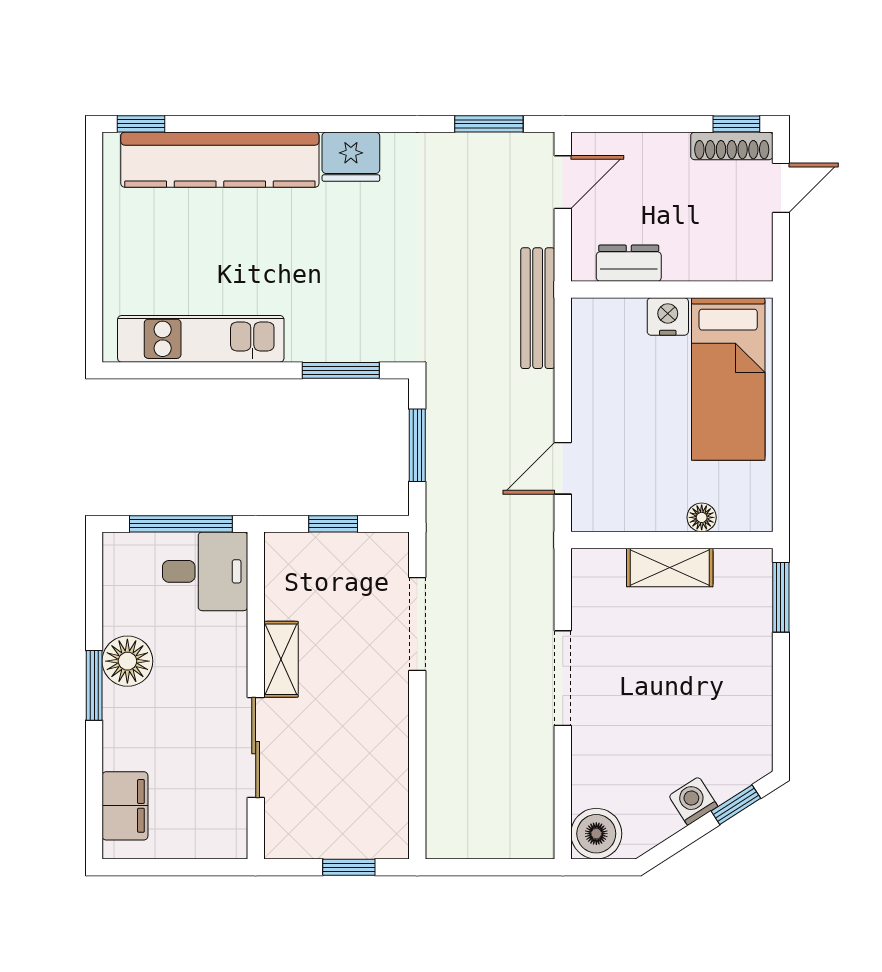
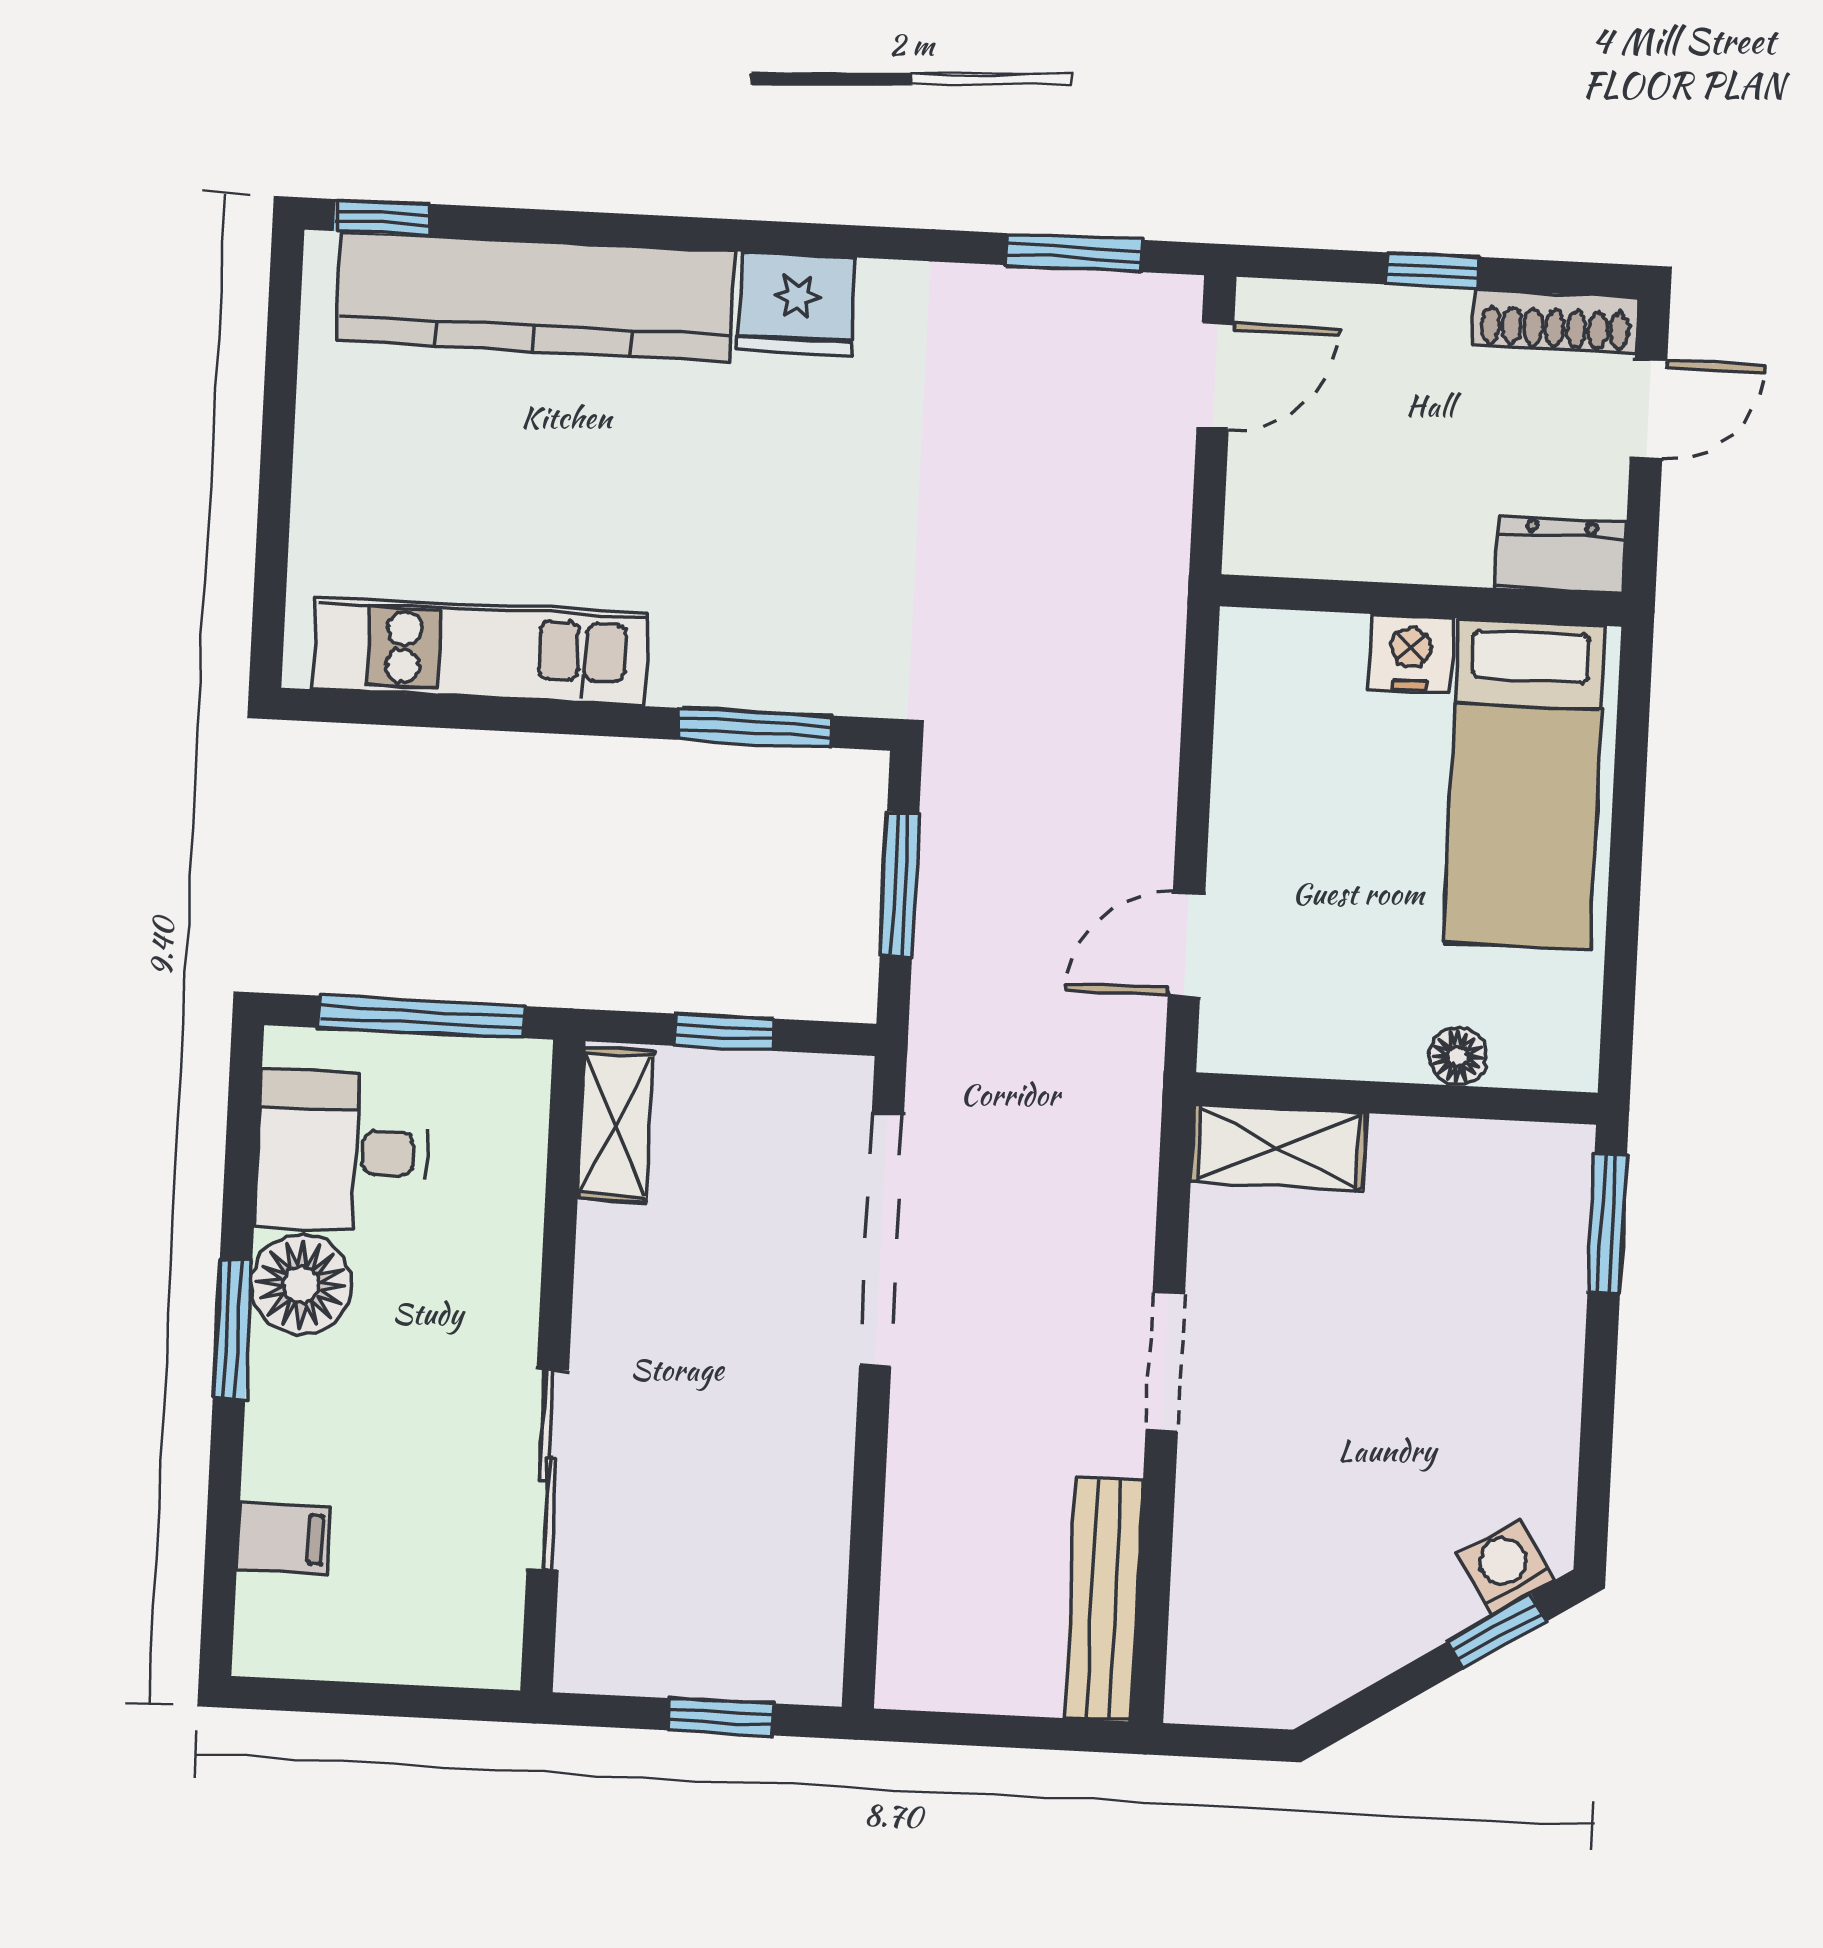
window: (736, 124) -> (1432, 271), moved
dresser: (629, 263) -> (1560, 555), moved
bench: (538, 308) -> (1103, 1599), moved
shelving: (670, 568) -> (1278, 1147), moved
desk: (205, 571) -> (342, 1151), moved, turned 180
doorway: (417, 624) -> (882, 1240), width x1.36
shelving: (281, 659) -> (615, 1125), moved
doorway: (563, 678) -> (1165, 1362), width x0.73
washing machine: (693, 801) -> (1506, 1567), moved
filing cabinet: (125, 806) -> (284, 1538), width x0.50
boiler: (596, 834) -> (1216, 1675), removed

